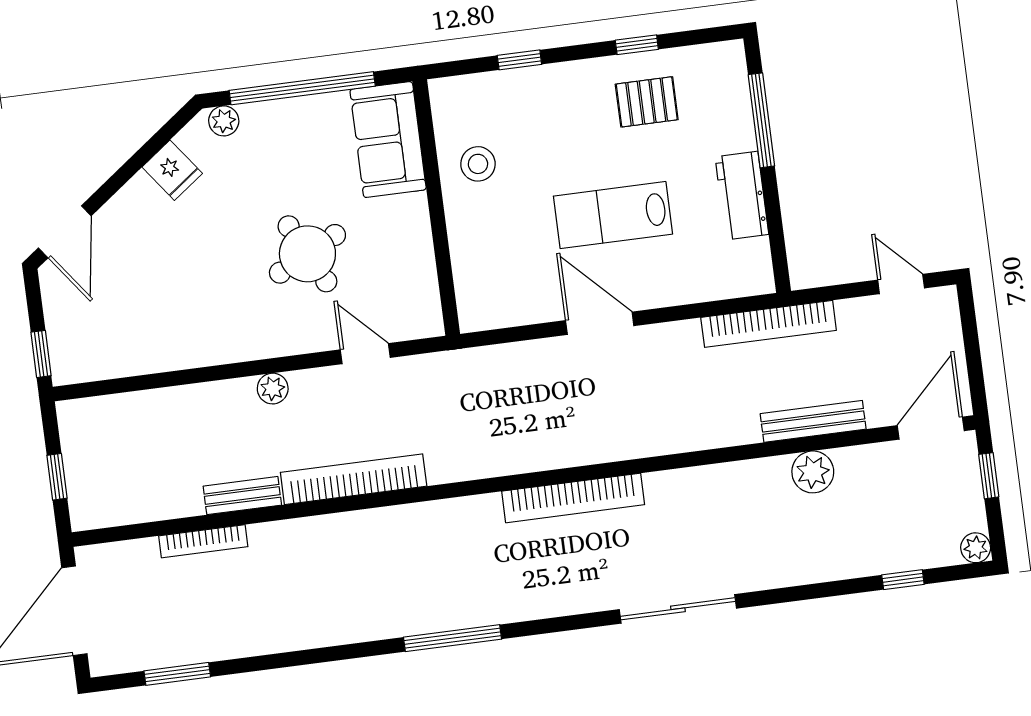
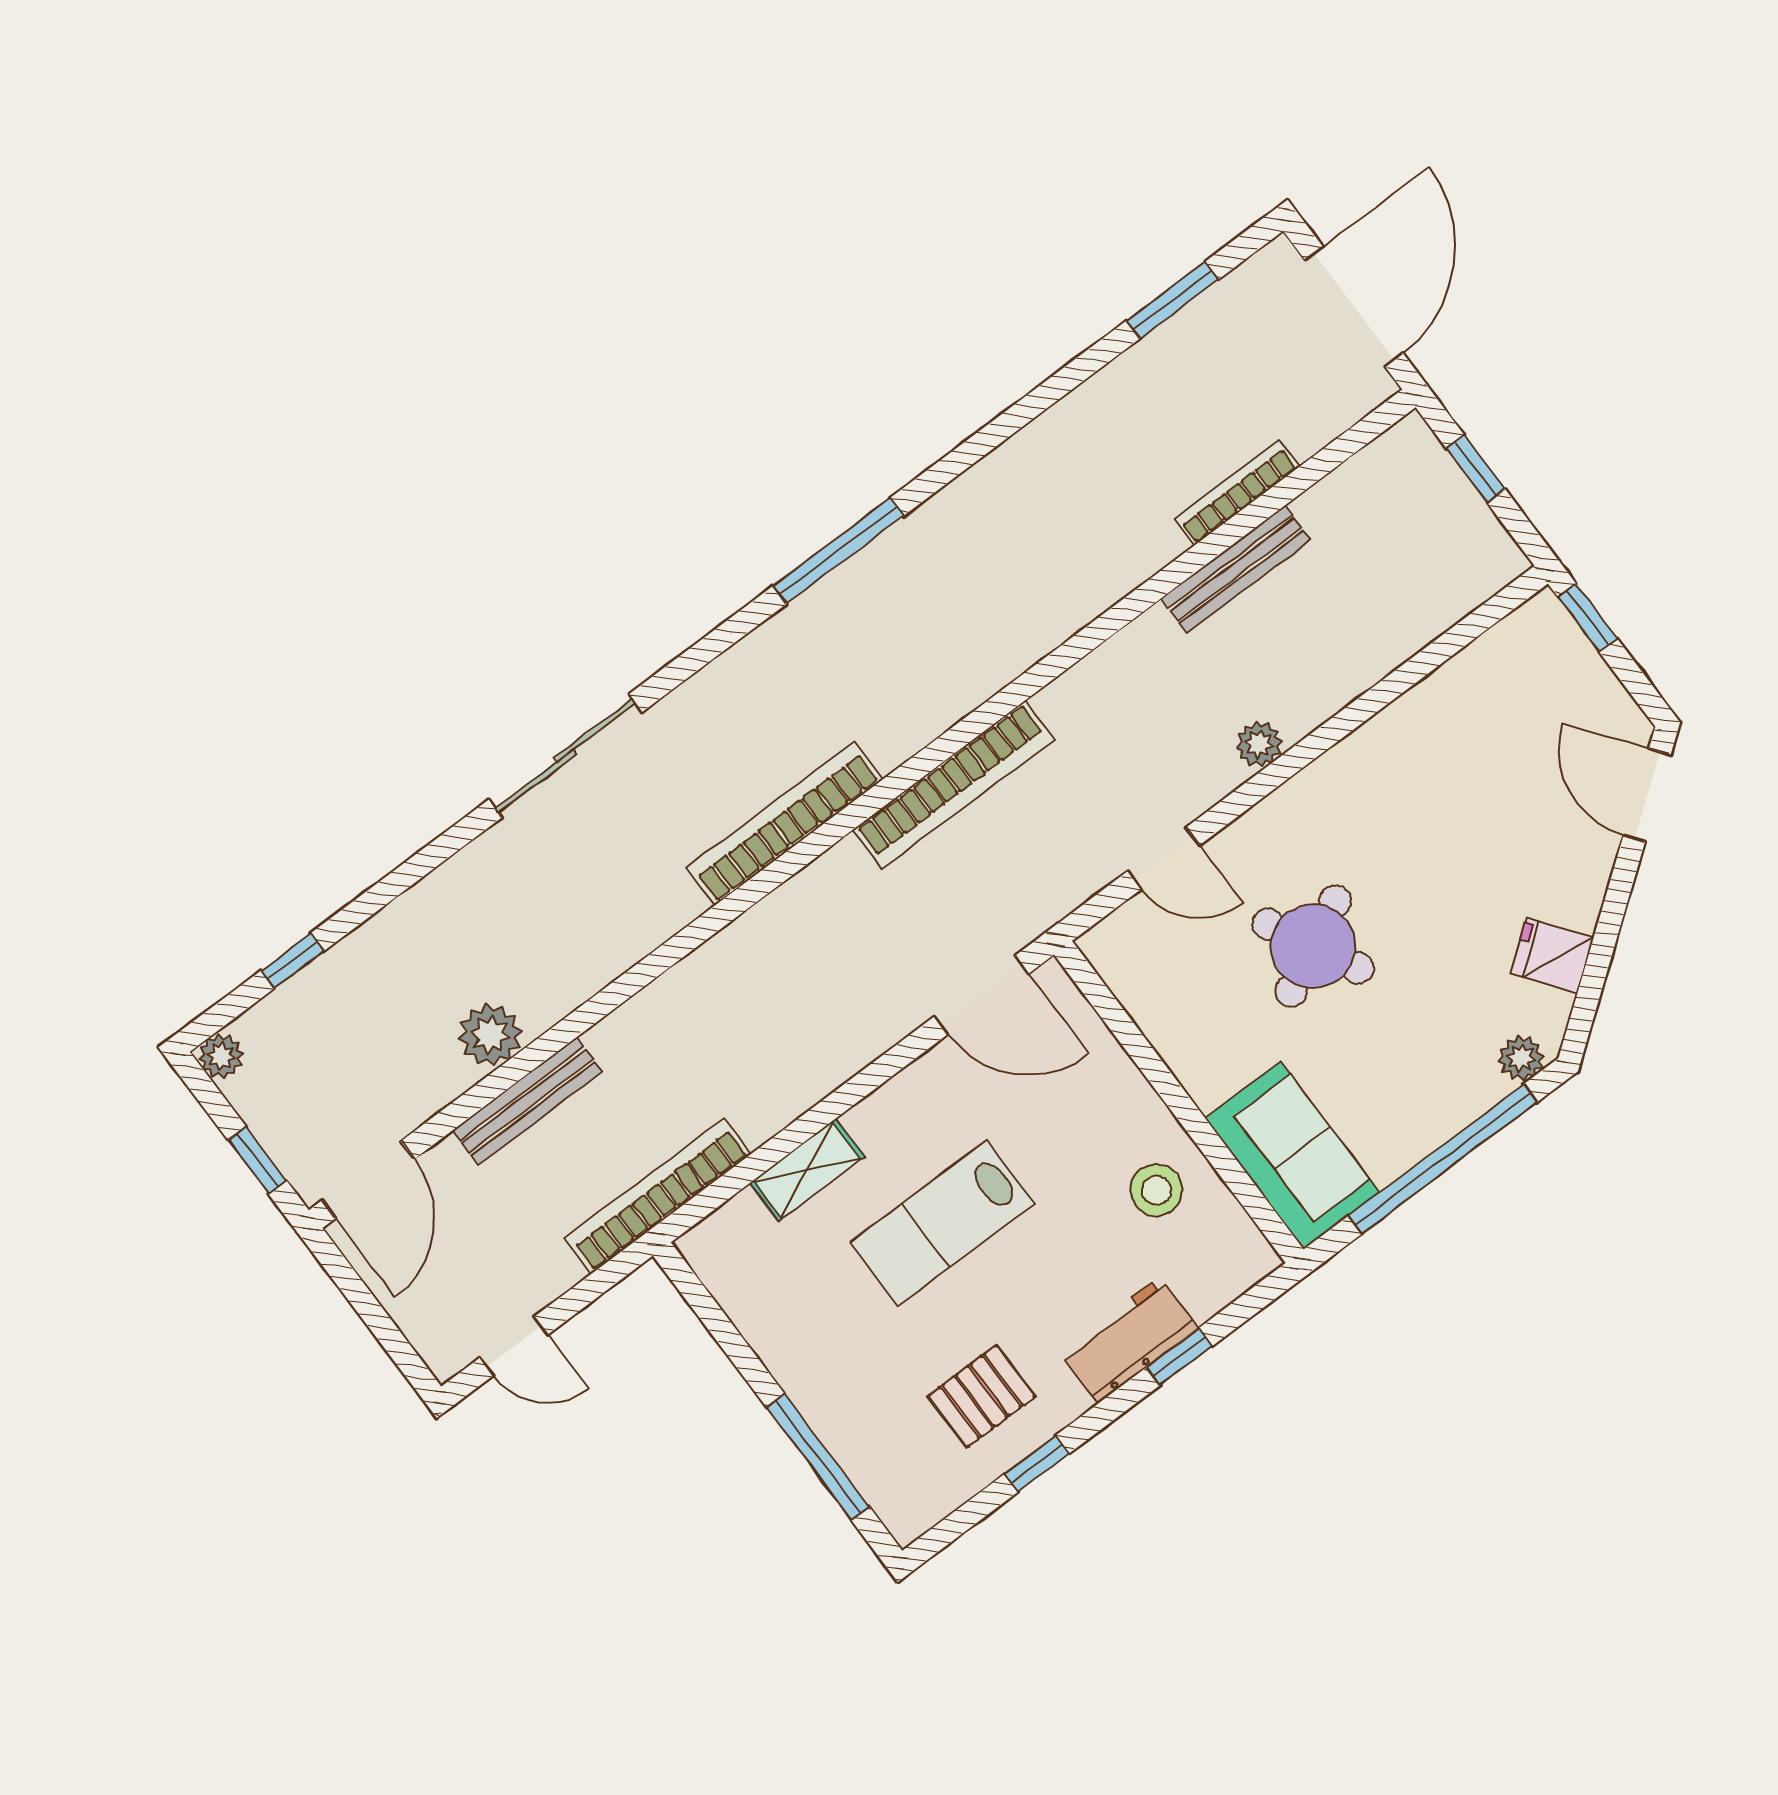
workbench: (742, 196) -> (1129, 1340), moved, turned -90
lab bench: (613, 215) -> (942, 1223), turned 180
shelving: (674, 290) -> (807, 1170), added
door: (600, 323) -> (981, 995), moved
bookcase: (354, 479) -> (953, 785), moved
bench: (242, 496) -> (1236, 569), width x1.36

